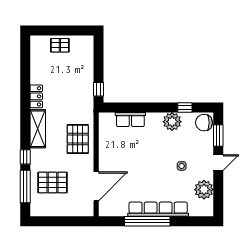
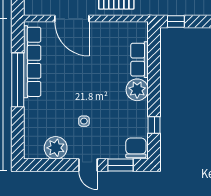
plant: (172, 122) -> (137, 90), moved
door: (96, 186) -> (72, 19), moved
row of seats: (158, 209) -> (32, 62), moved

